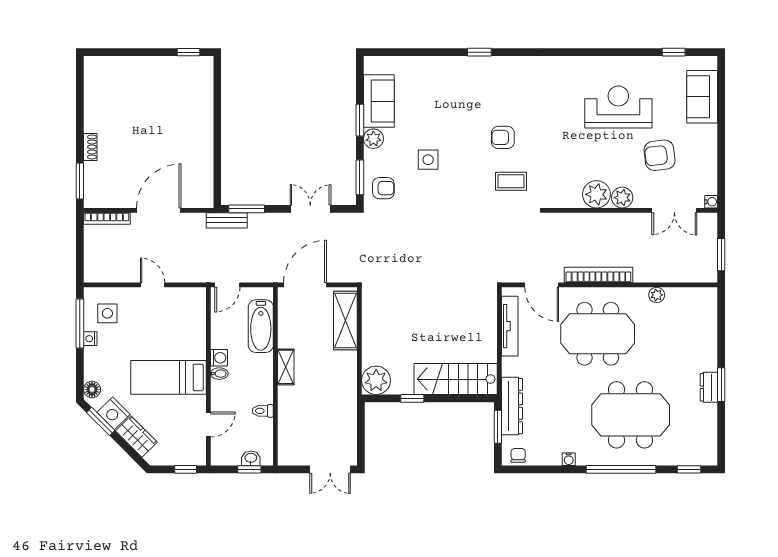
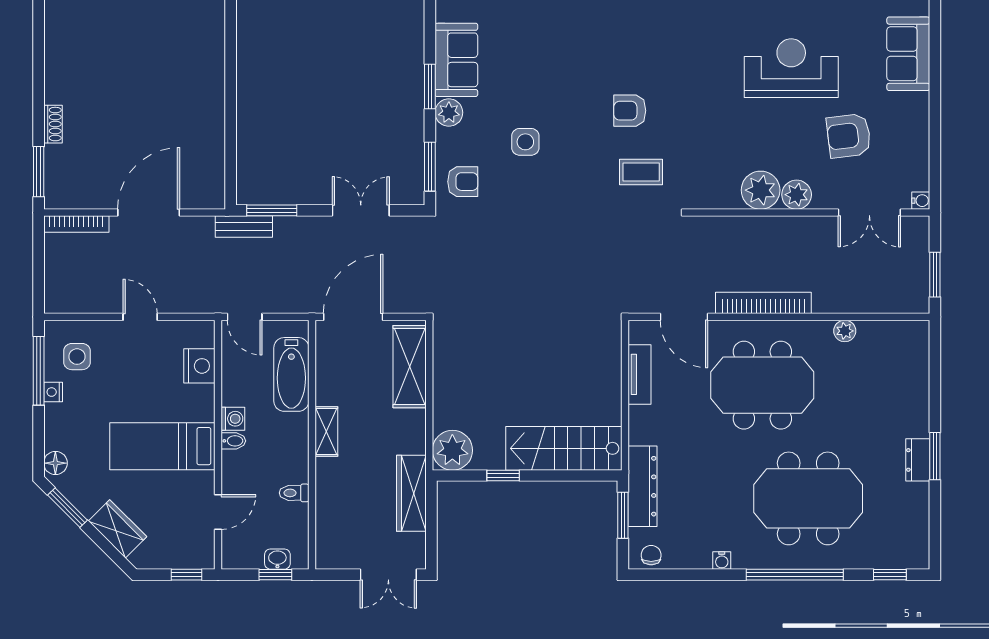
door: (227, 285) -> (245, 317), hinge flipped
tv unit: (510, 326) -> (639, 374), width x0.71
wardrobe: (347, 411) -> (411, 493), added
nightstand: (113, 413) -> (199, 366), moved, turned -135

